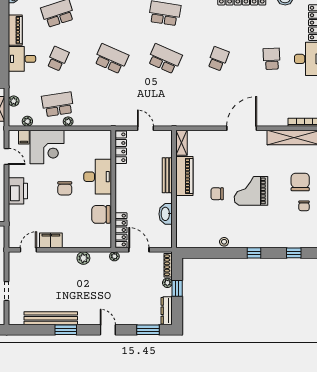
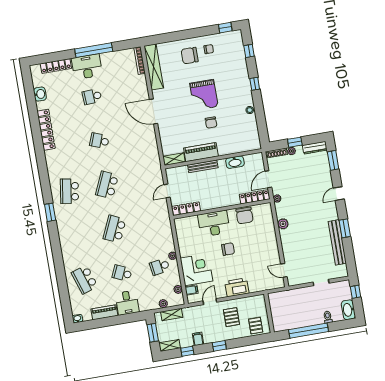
school desk: (58, 104) -> (160, 267), width x0.54
filing cabinet: (51, 240) -> (273, 253), removed

